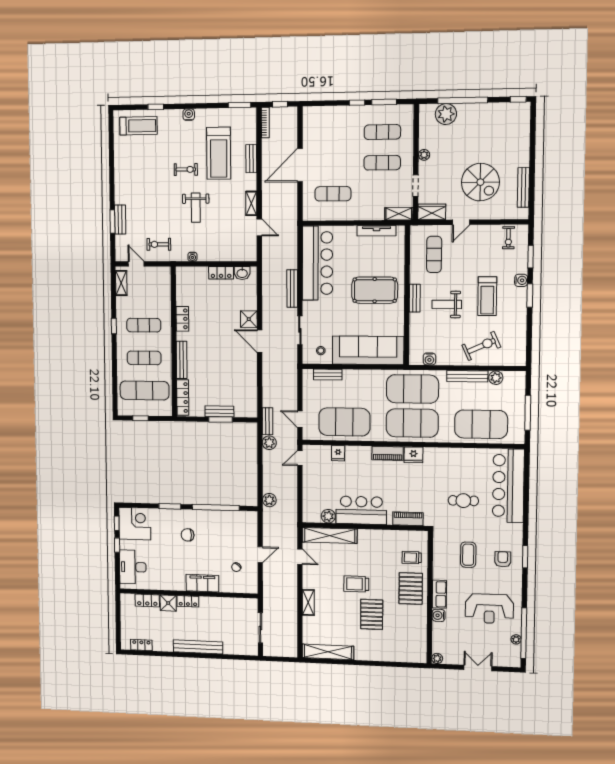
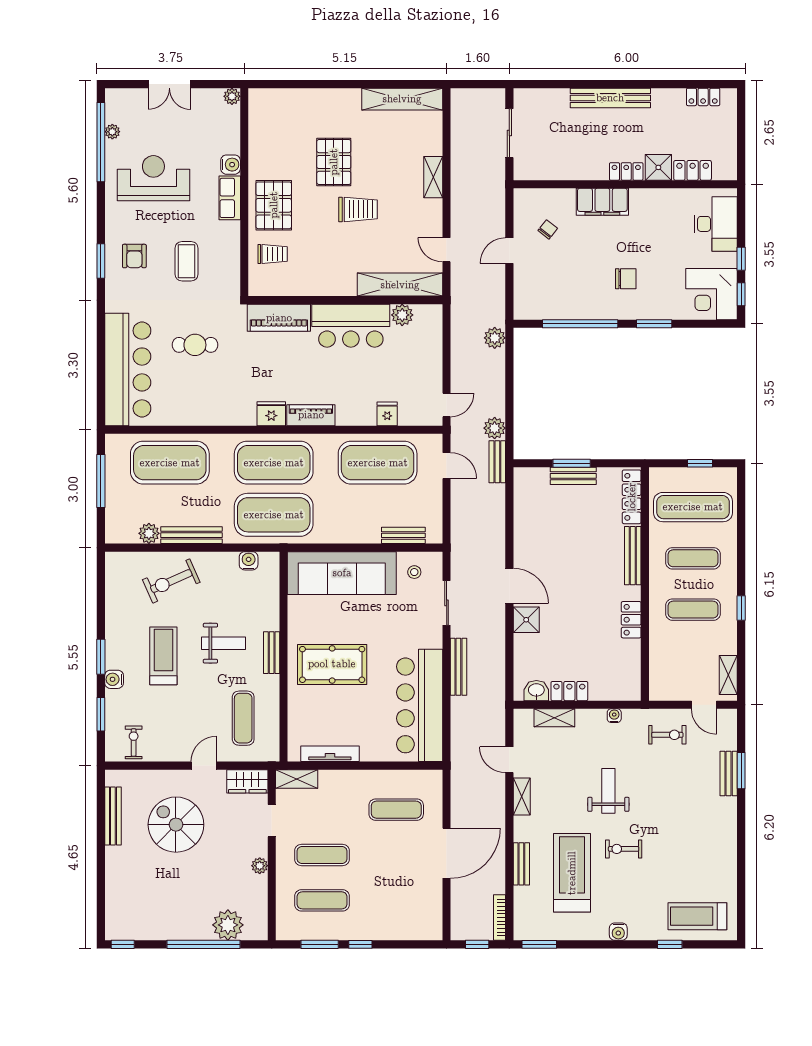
shelving: (230, 255) -> (554, 718), added
piano: (408, 519) -> (279, 318), width x1.37, depth x1.33

